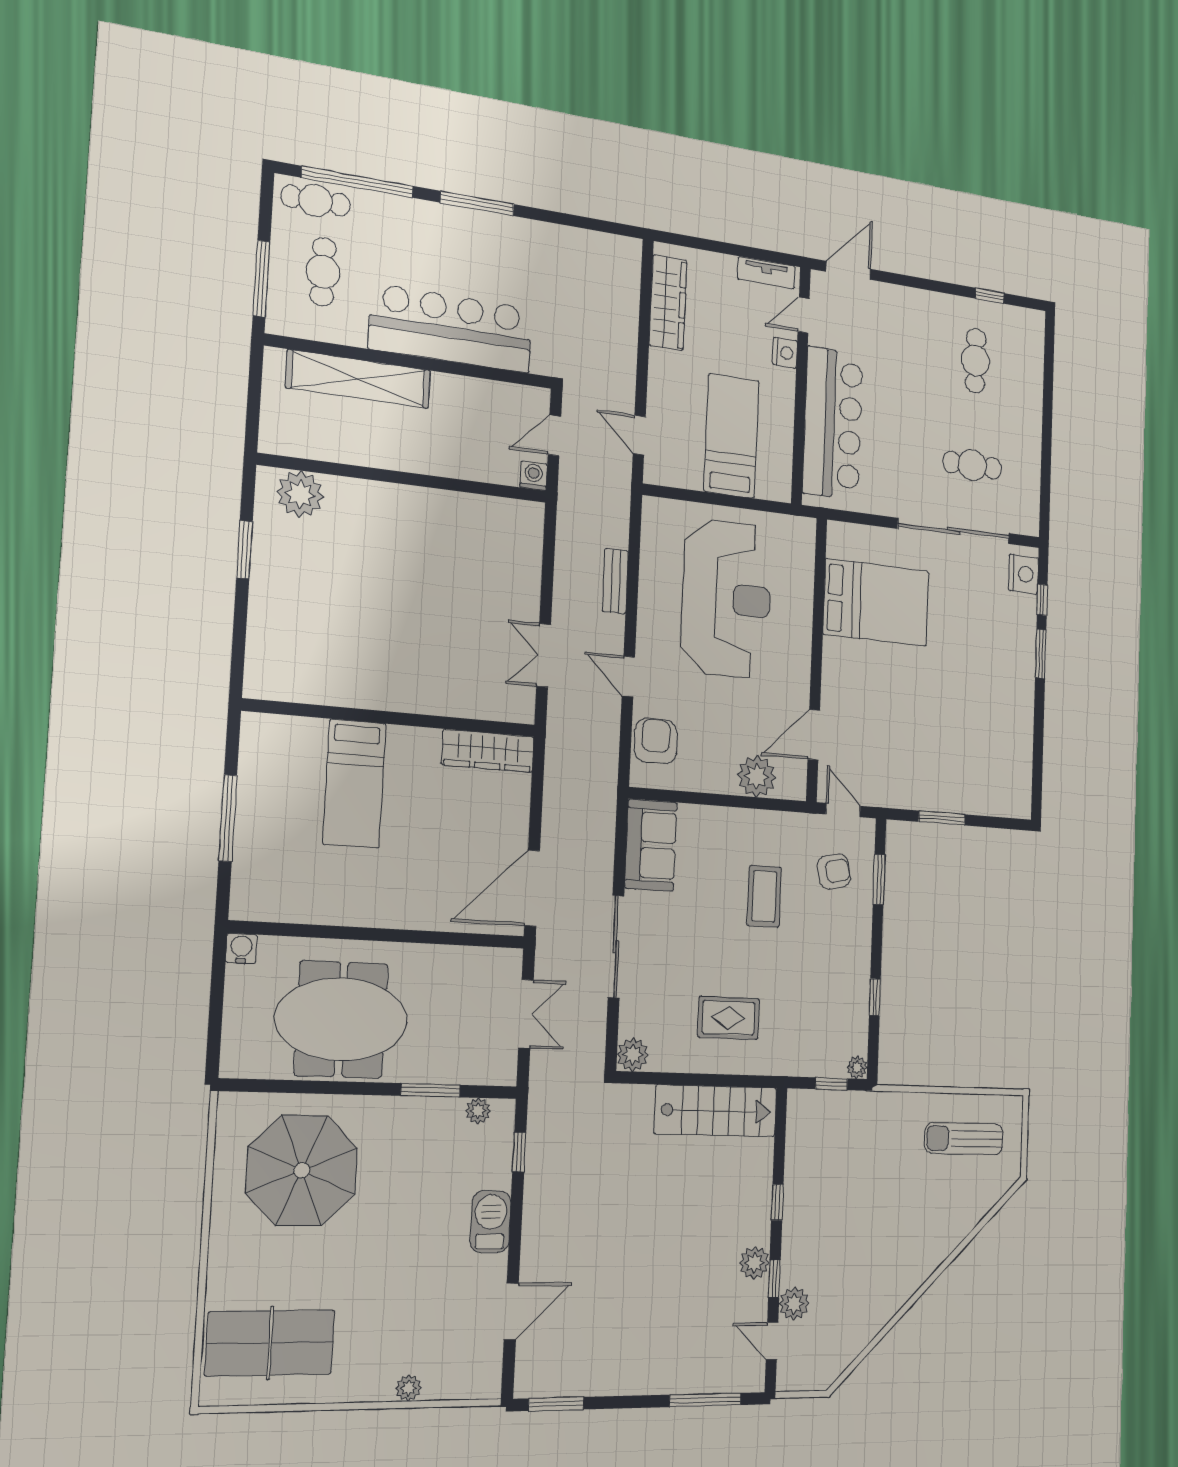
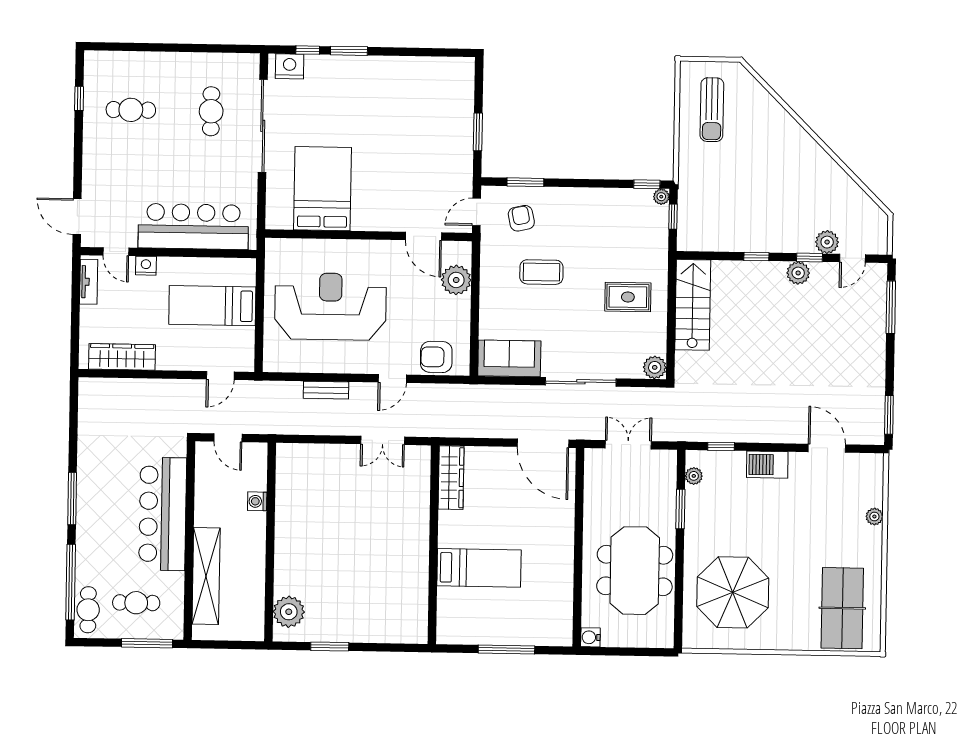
washing machine: (534, 476) -> (257, 501), moved
window: (875, 997) -> (647, 184), moved
rug: (729, 1018) -> (628, 297), turned 90

